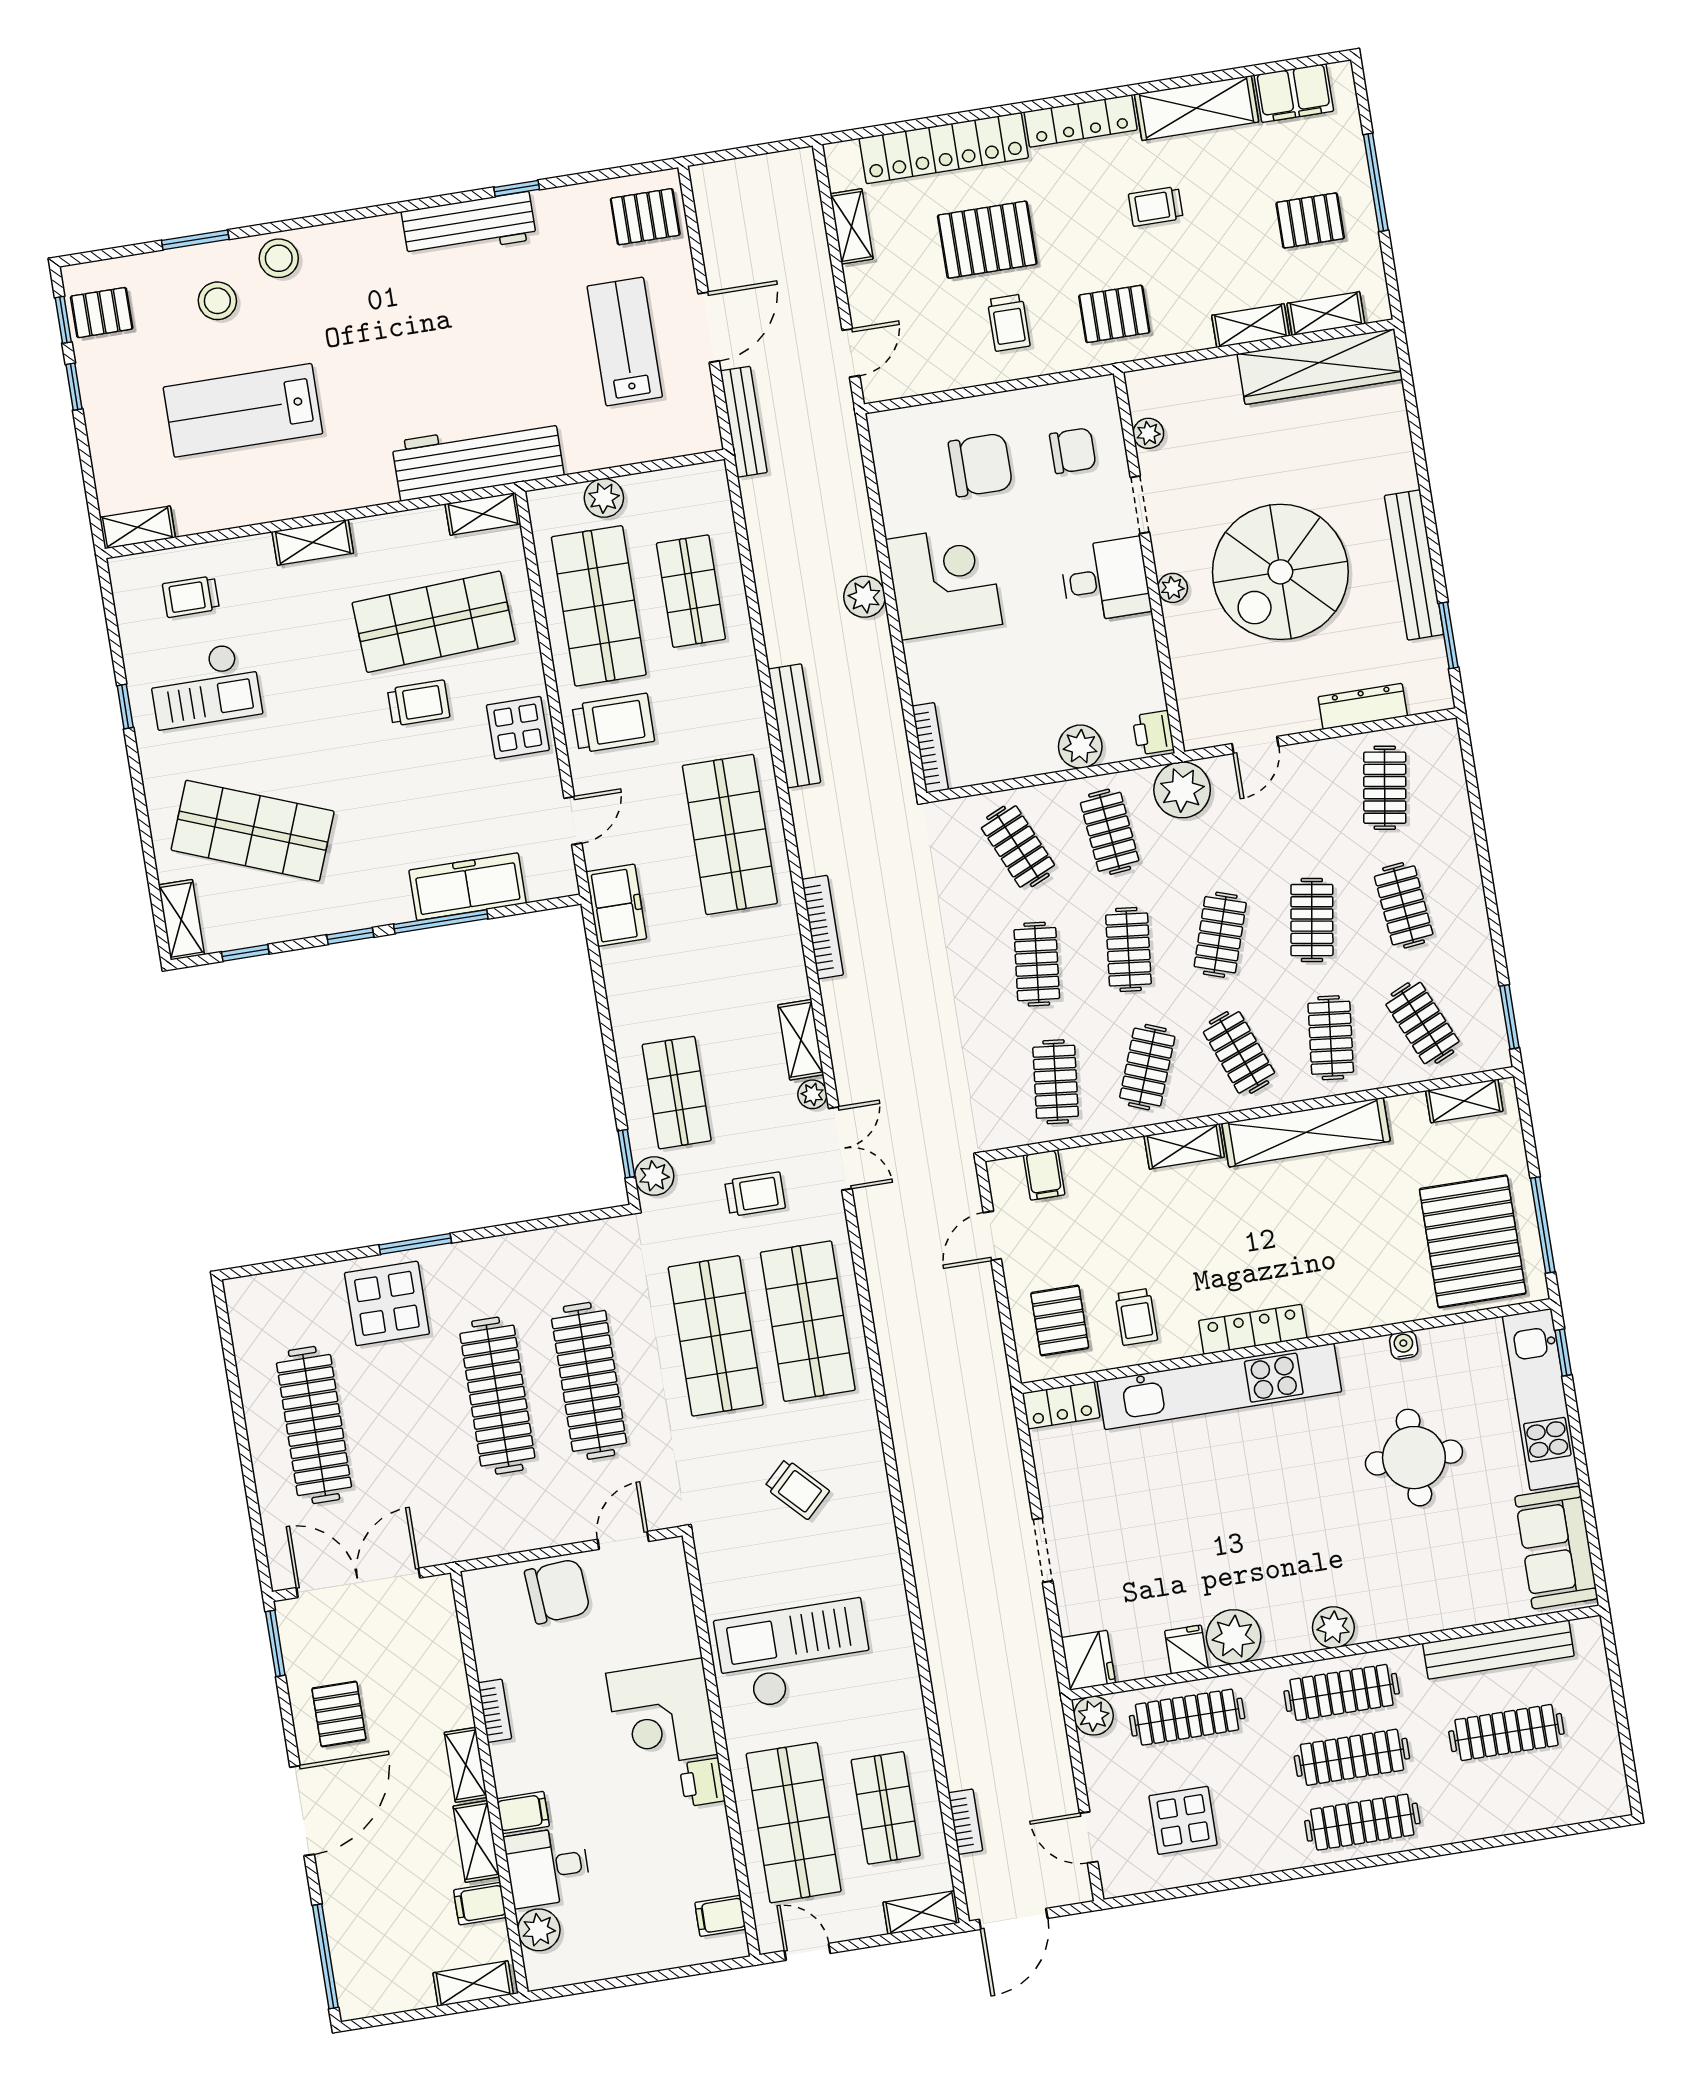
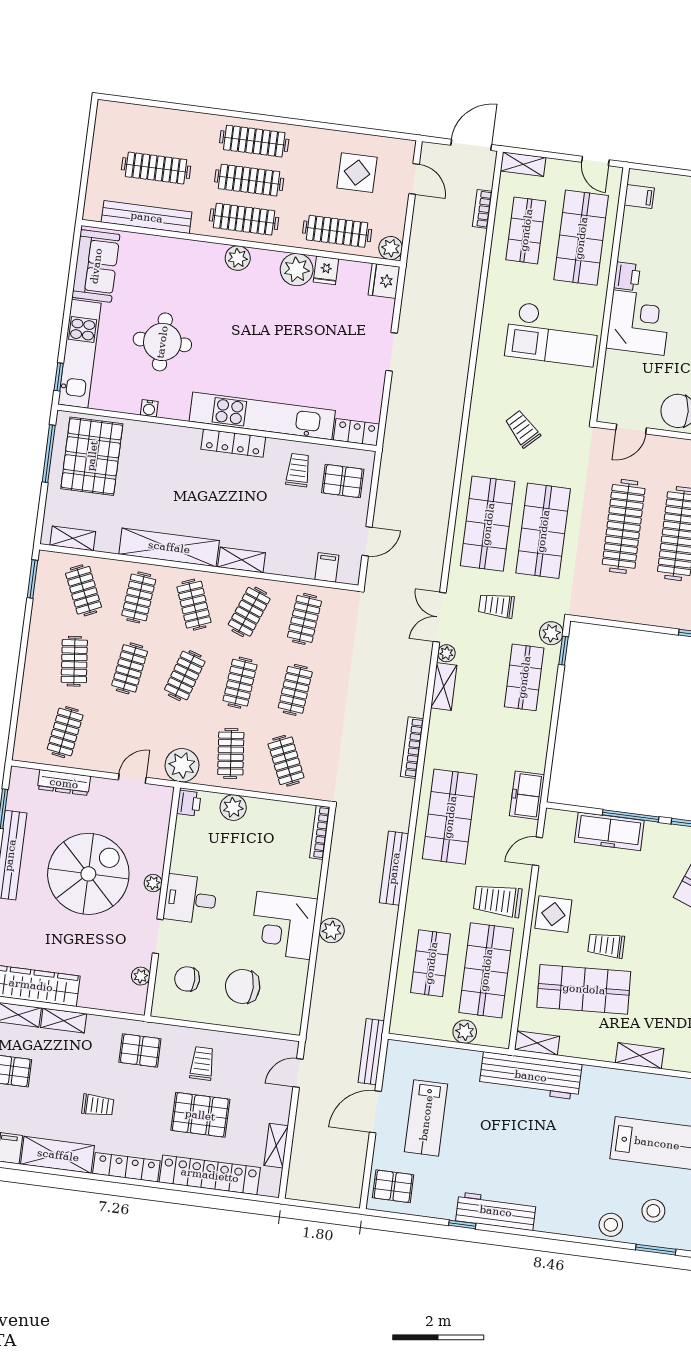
pallet: (1060, 1321) -> (343, 481), turned 90

